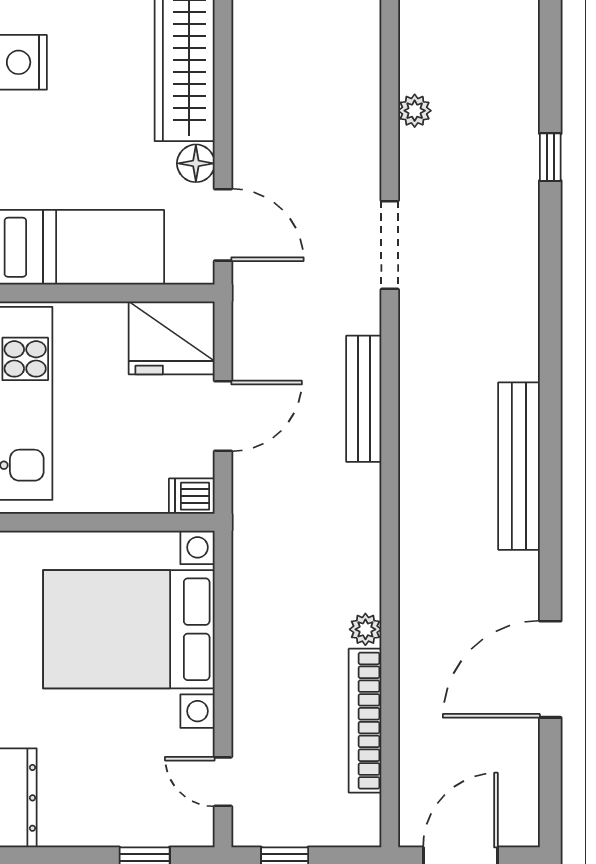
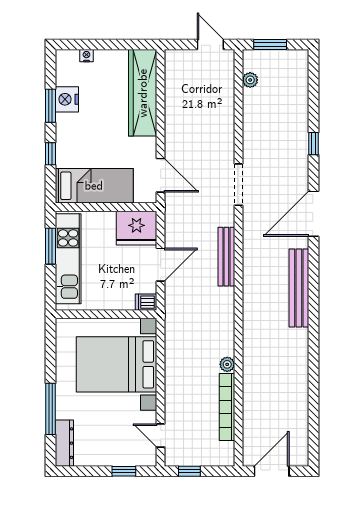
plant: (415, 111) -> (250, 80), moved
floor lamp: (196, 163) -> (148, 147), removed
door: (550, 669) -> (314, 214), moved

